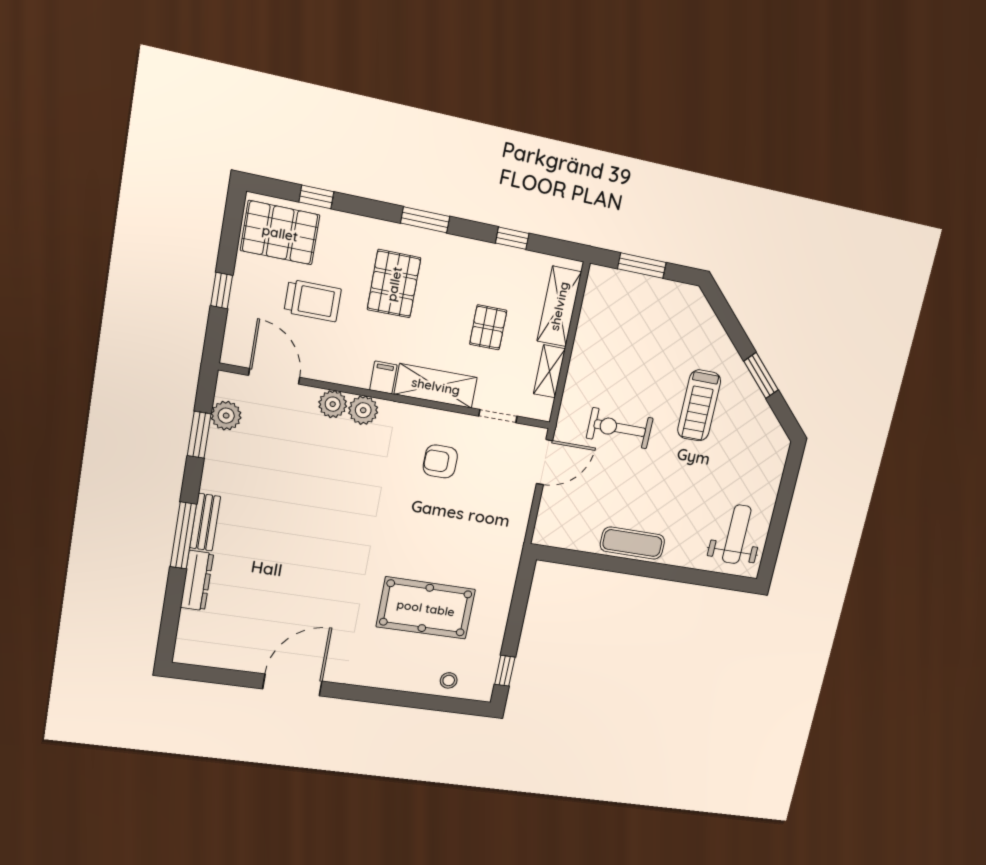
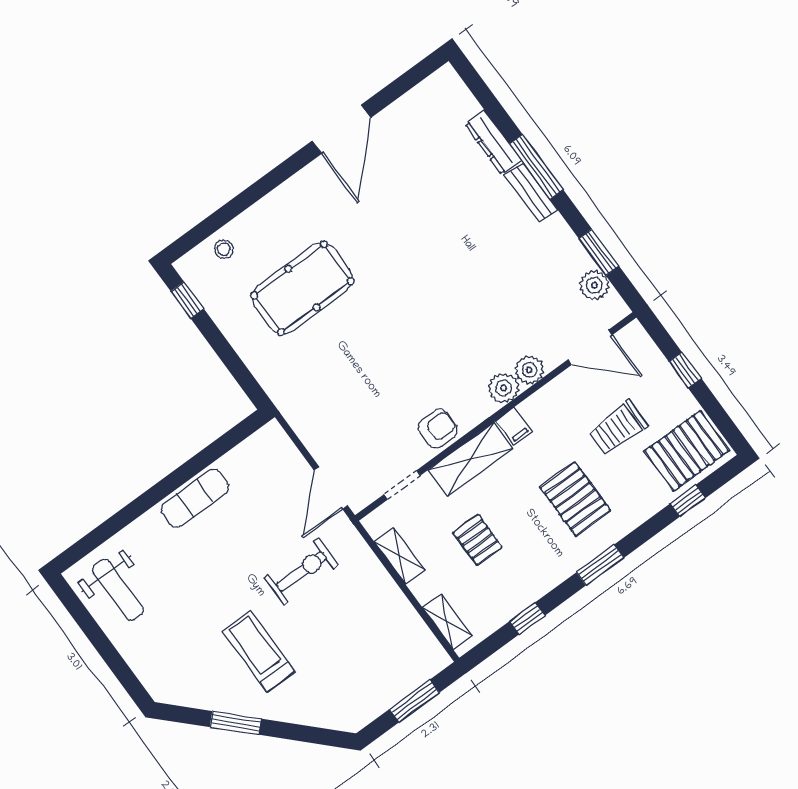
shelving: (559, 306) -> (447, 621), width x0.67, depth x0.75
armchair: (440, 461) -> (438, 429), moved

